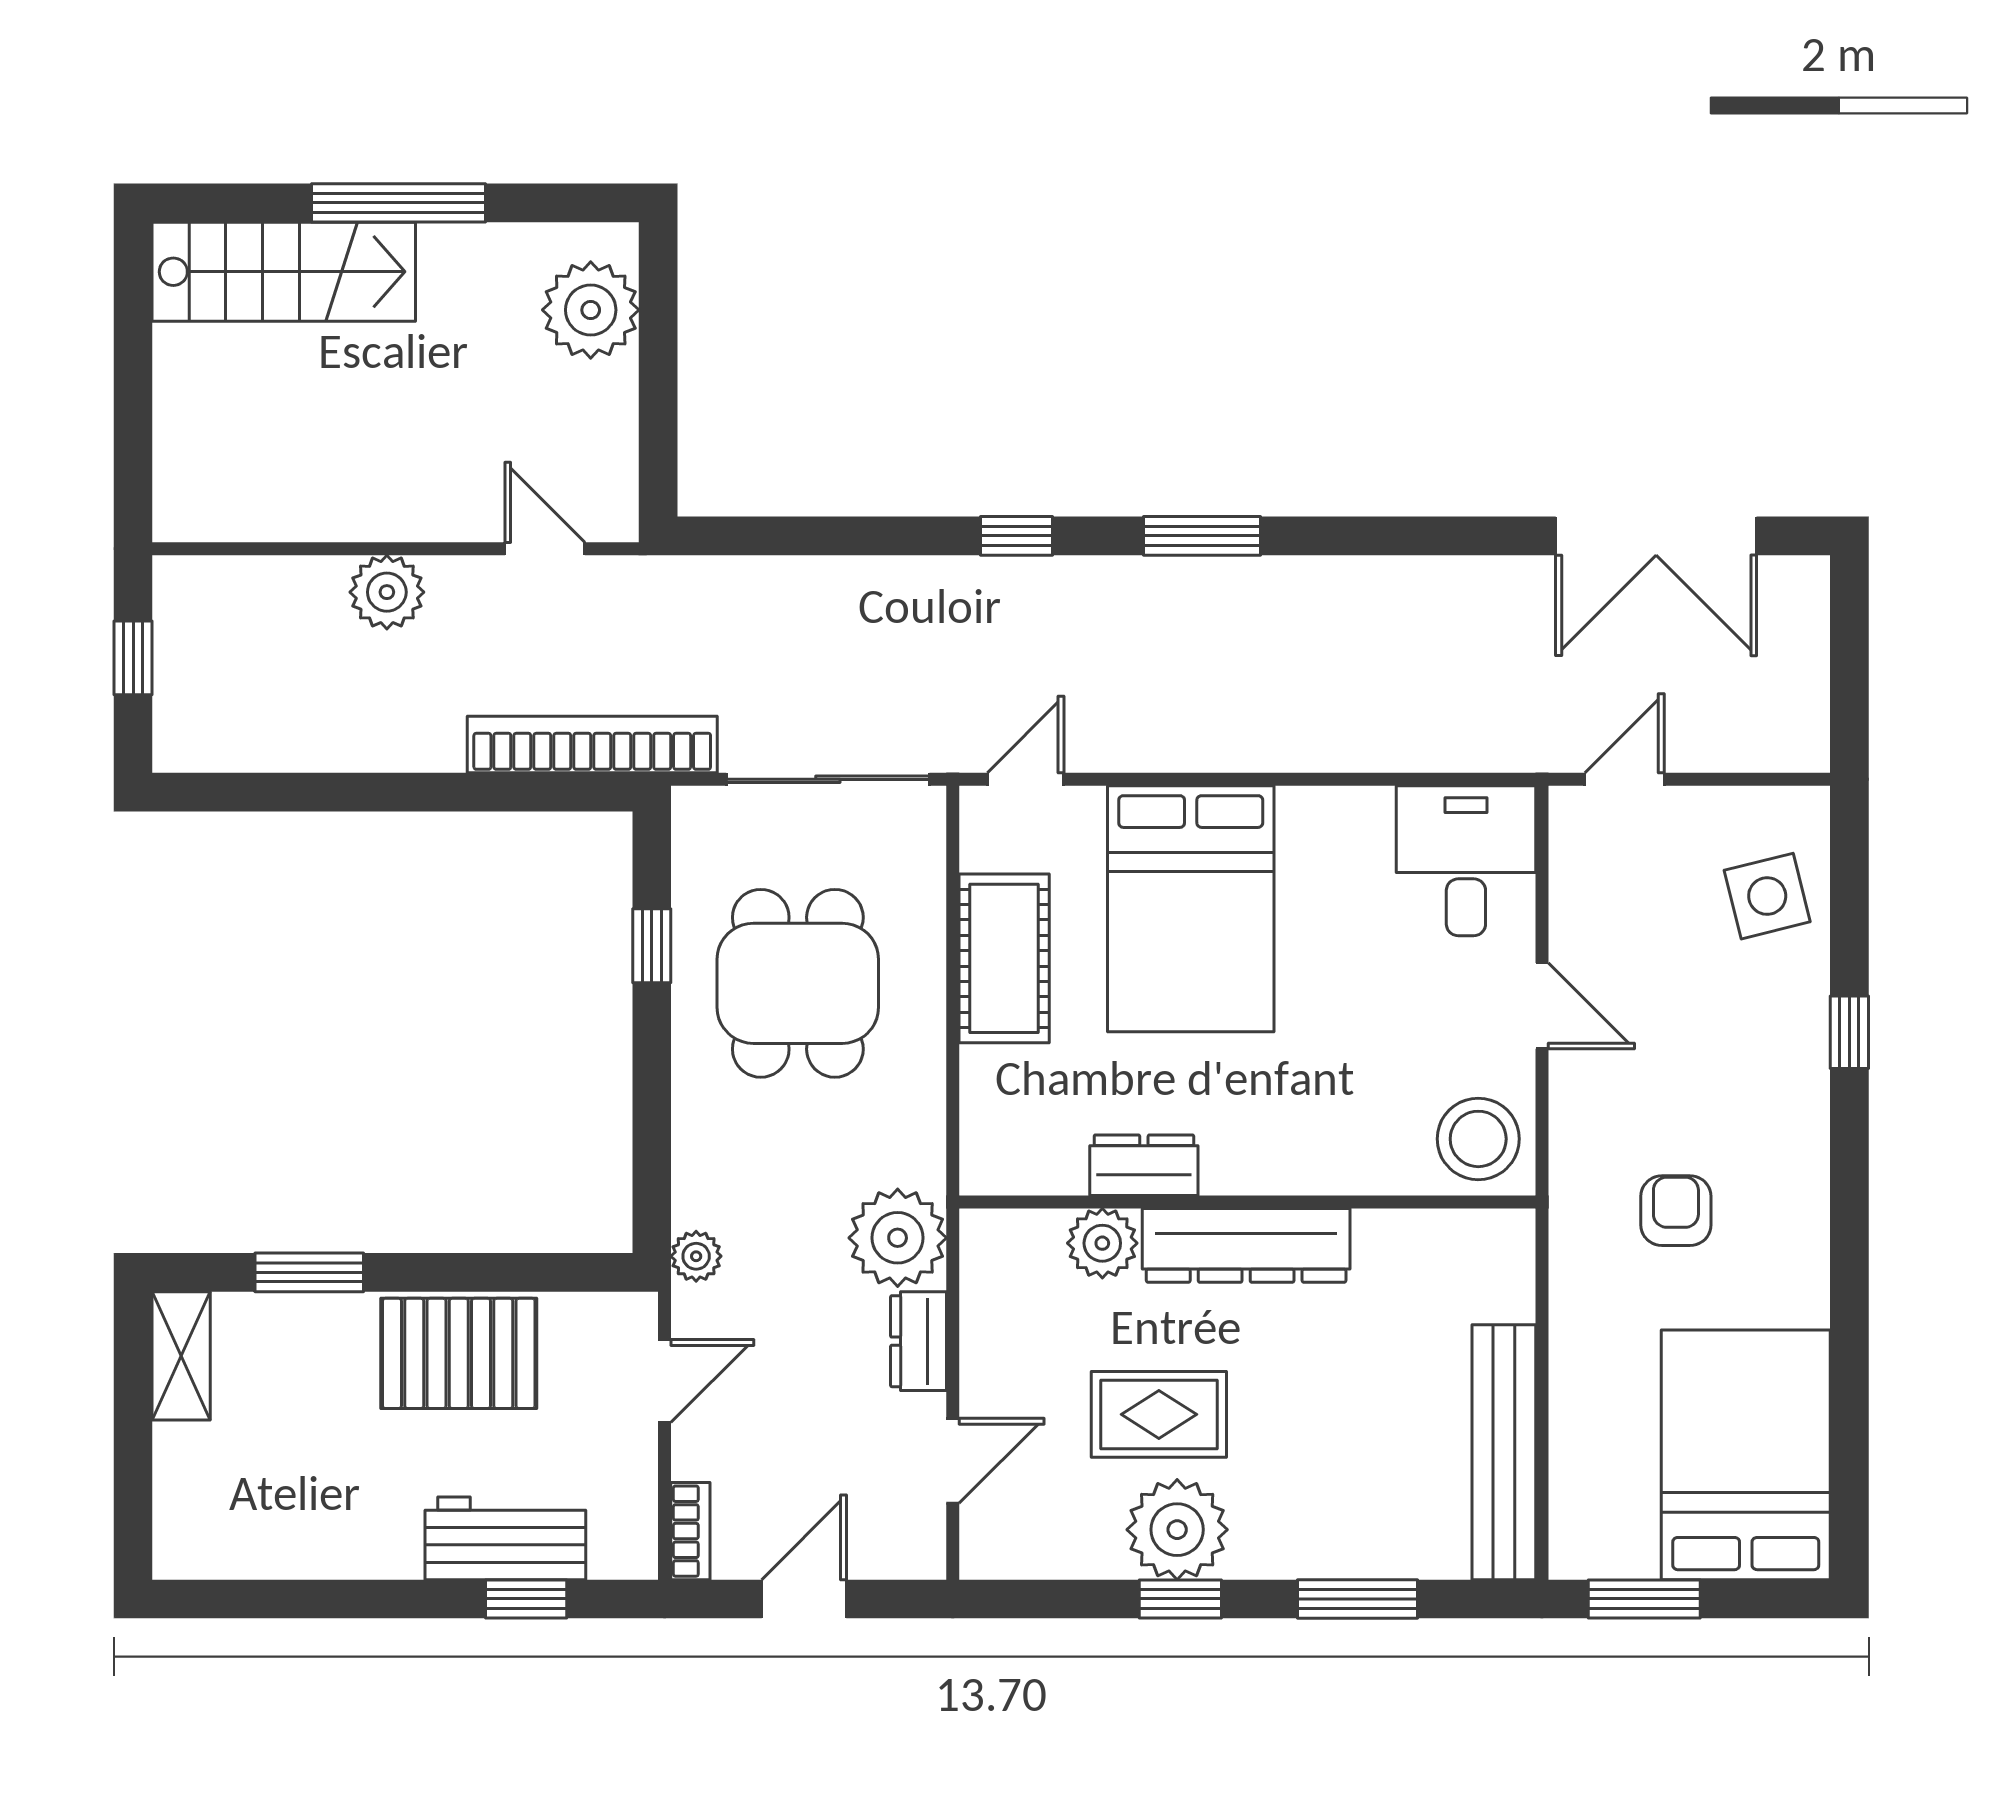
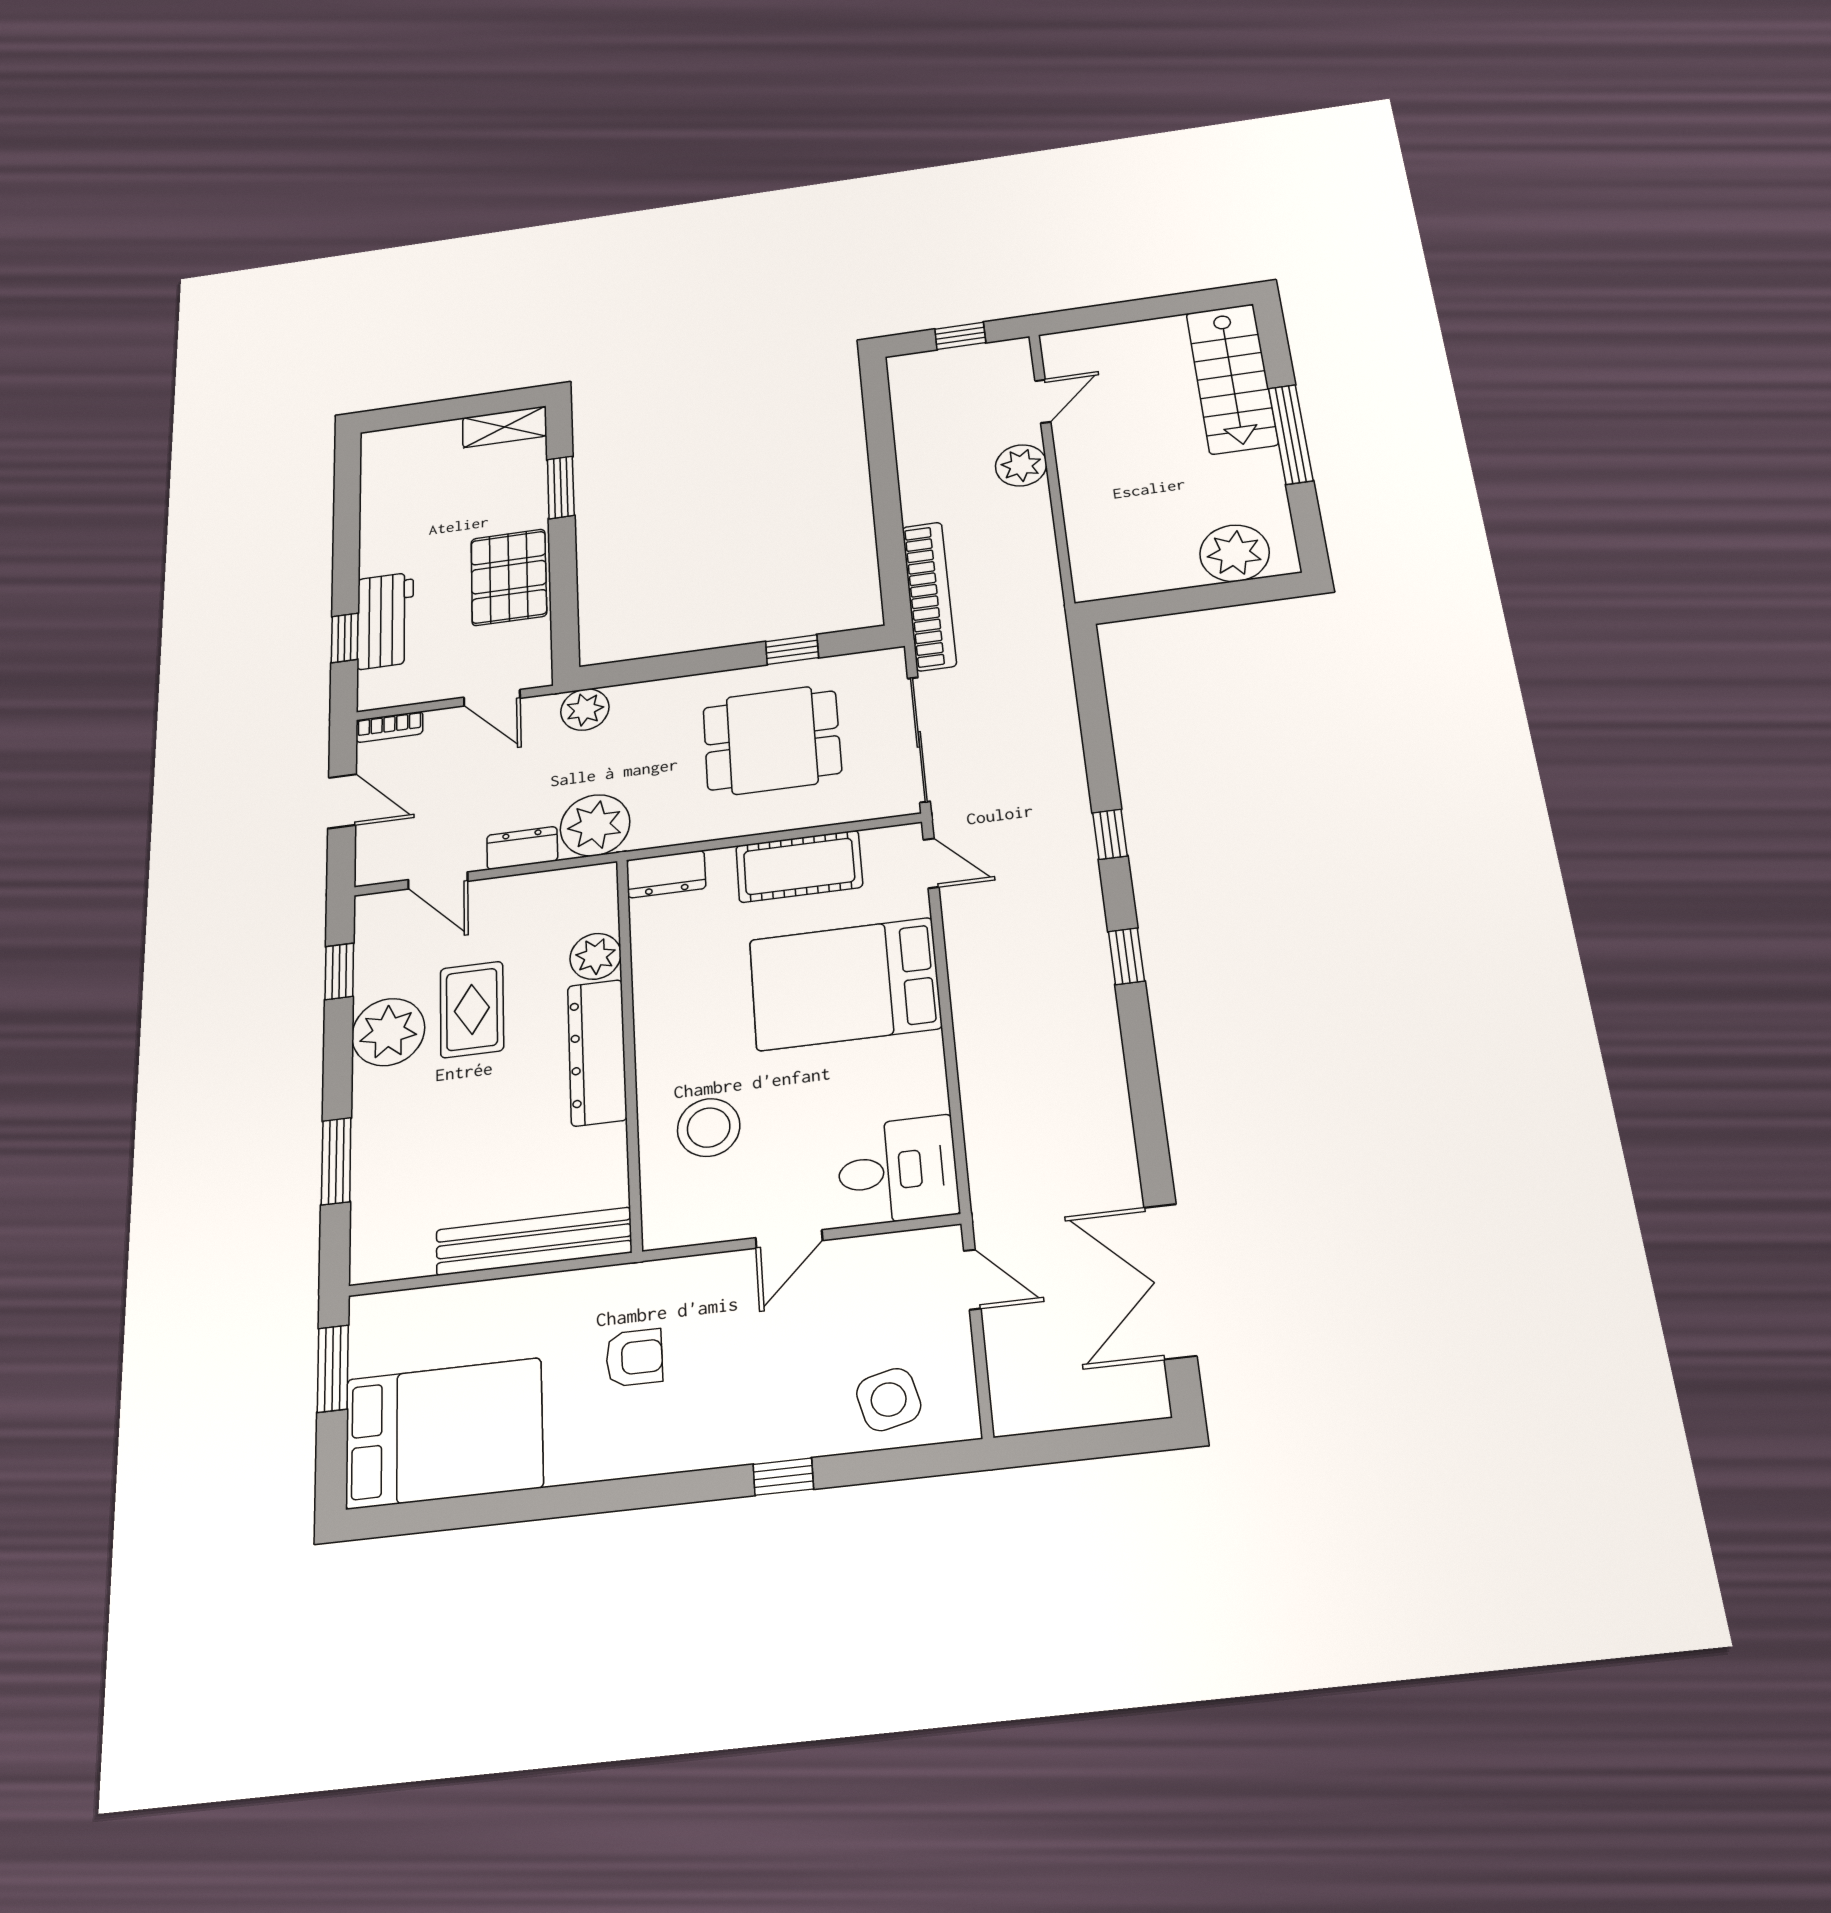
window: (1202, 536) -> (1126, 956), width x0.67
door: (545, 549) -> (1043, 401), moved
stool: (1478, 1139) -> (709, 1128), moved
dresser: (1144, 1165) -> (666, 874), moved, turned 90
plant: (696, 1256) -> (585, 710), width x1.38, depth x1.38
bench: (1504, 1452) -> (534, 1241), moved
window: (1180, 1599) -> (339, 971), moved

